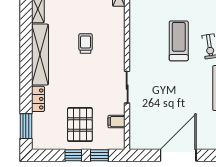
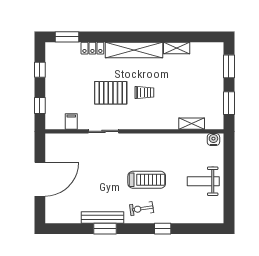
pallet: (80, 125) -> (111, 93), moved
window: (73, 155) -> (40, 70), moved
door: (178, 155) -> (40, 179), hinge flipped

